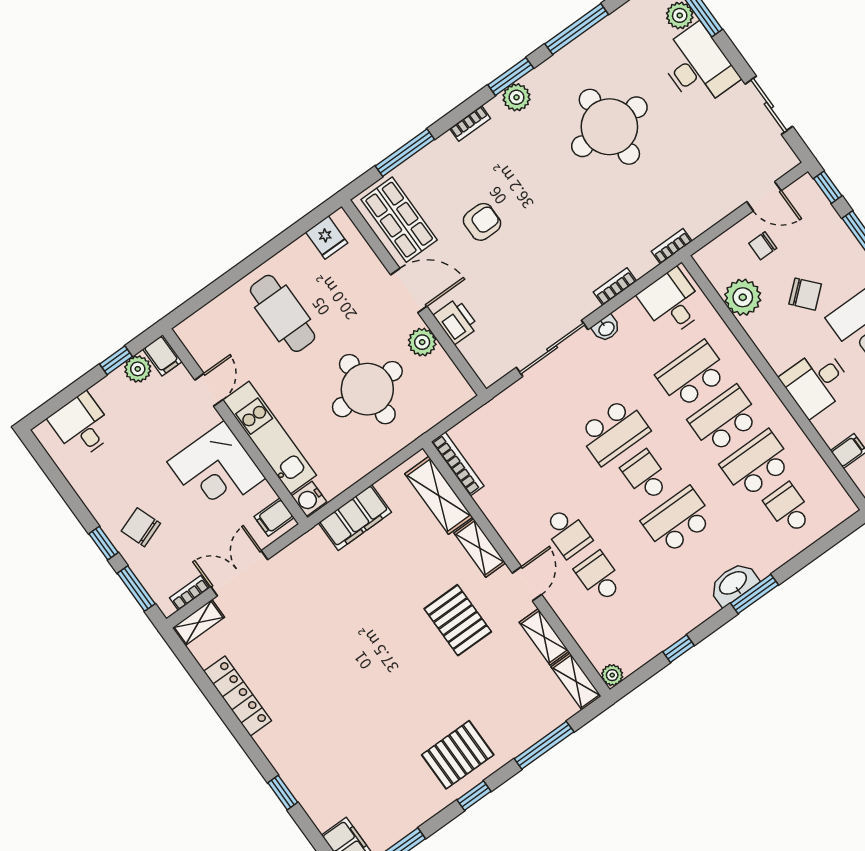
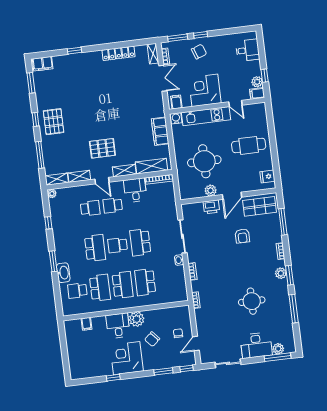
round table: (609, 127) -> (252, 301), width x0.73, depth x0.73
plant: (743, 297) -> (137, 319), moved
desk: (672, 302) -> (135, 190), moved, turned -90
school desk: (692, 375) -> (145, 282), turned 180
school desk: (646, 476) -> (118, 245), turned 180
school desk: (789, 509) -> (77, 291), turned 180
washbasin: (733, 584) -> (63, 273), moved

